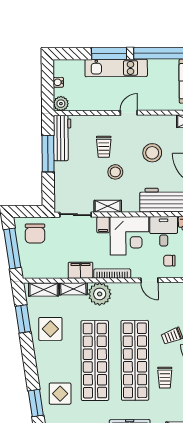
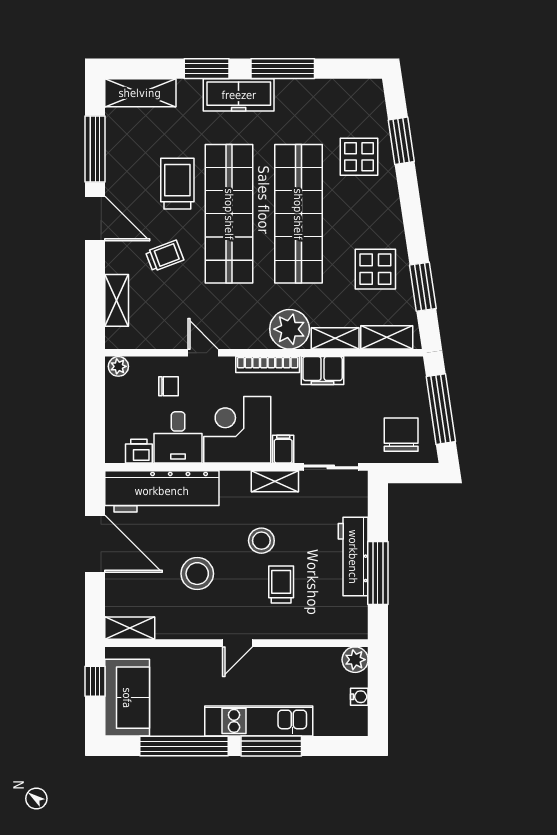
workbench: (62, 138) -> (353, 557), moved
trolley: (165, 378) -> (177, 184), width x1.36, depth x1.39

